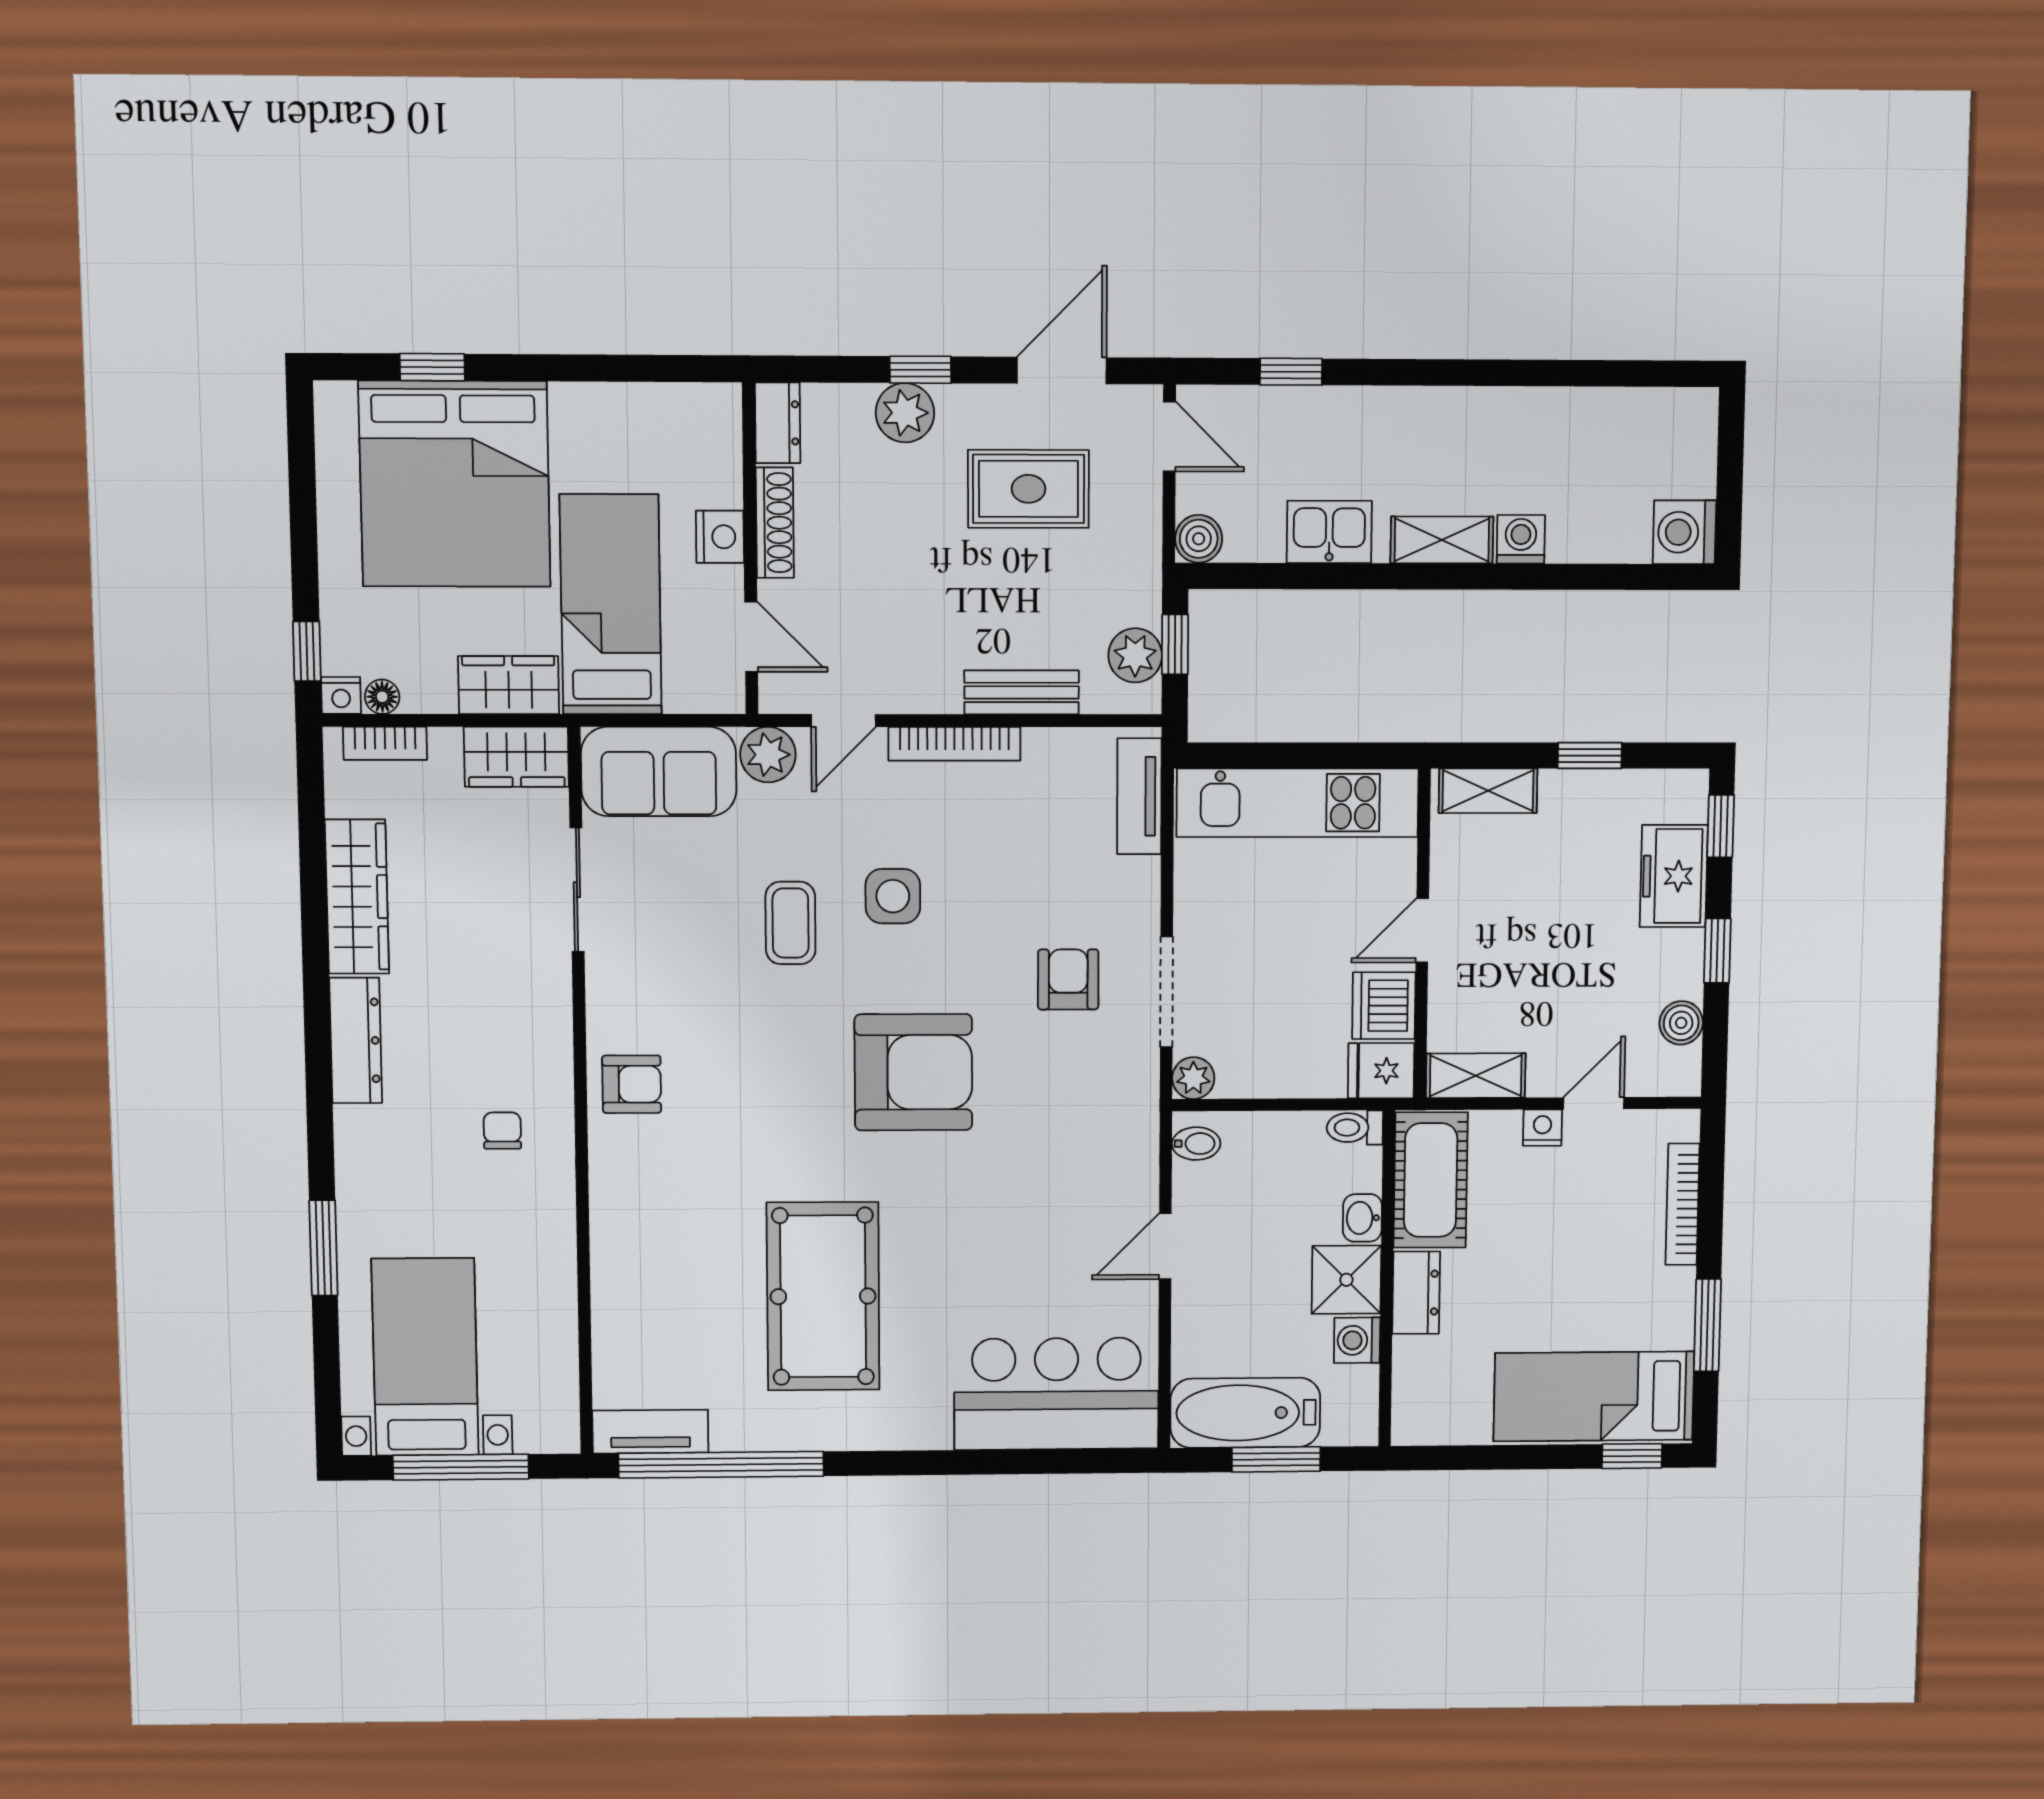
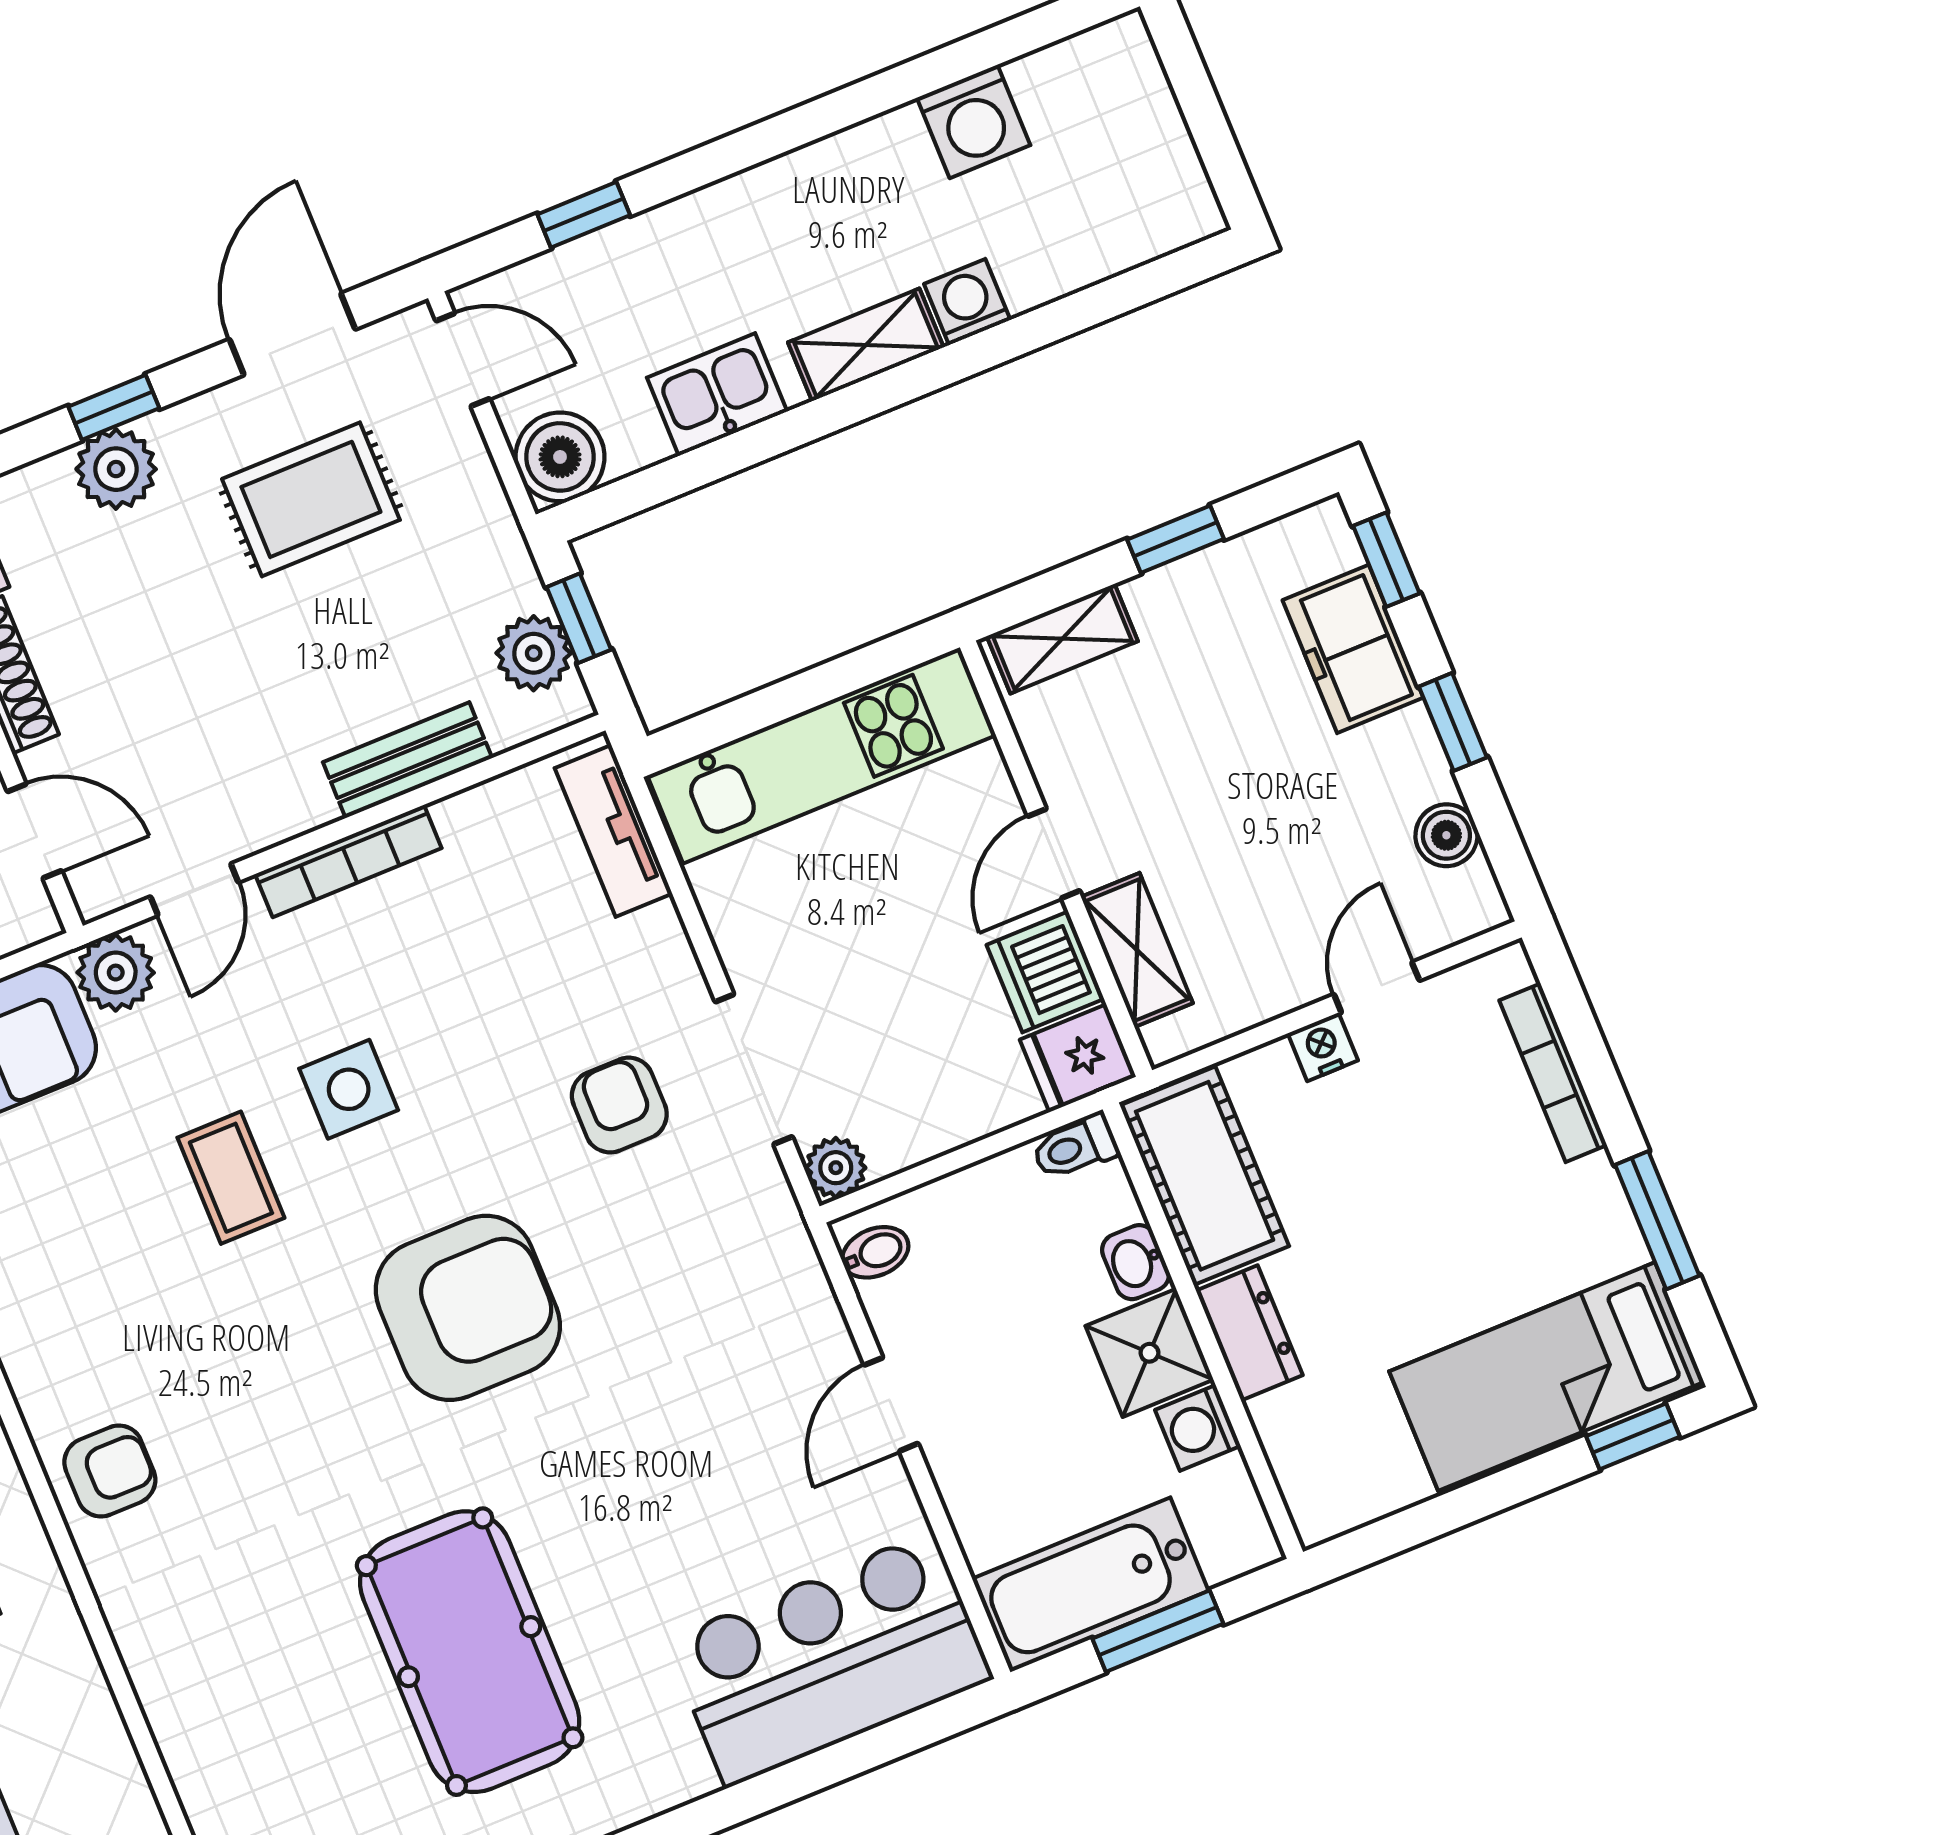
washing machine: (1684, 532) -> (973, 121), moved, turned -90
boiler: (1199, 539) -> (560, 457), width x1.36, depth x1.36
shelving: (1476, 1076) -> (1137, 950), moved, turned 90

